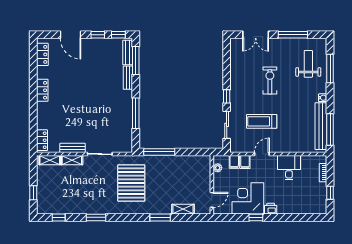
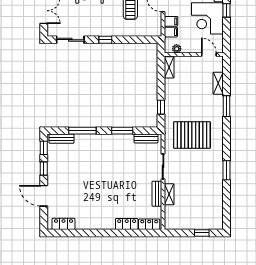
door: (70, 35) -> (44, 196), swing flipped
window: (136, 61) -> (82, 131), moved
bench: (128, 78) -> (146, 138), moved
locker: (42, 90) -> (127, 224), moved
window: (136, 113) -> (122, 131), width x0.69
sliding door: (227, 125) -> (70, 40), moved
window: (159, 152) -> (161, 107), width x0.46
shelving: (50, 160) -> (169, 67), moved
window: (59, 217) -> (226, 208), removed

